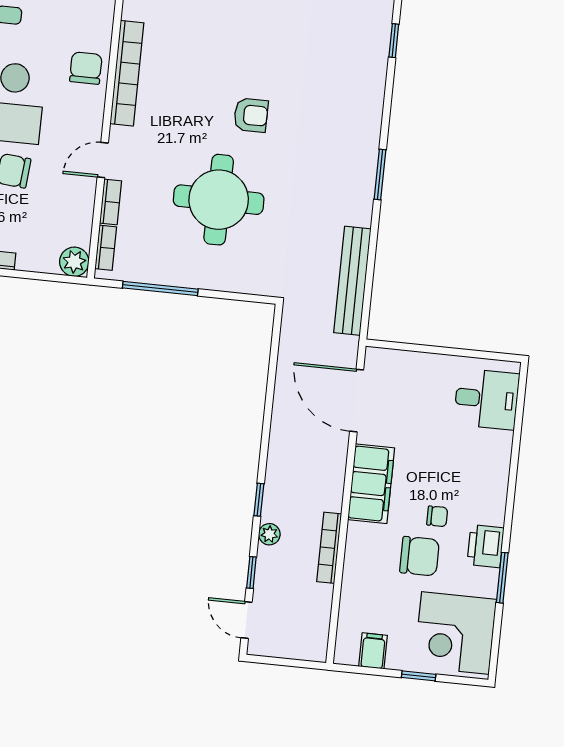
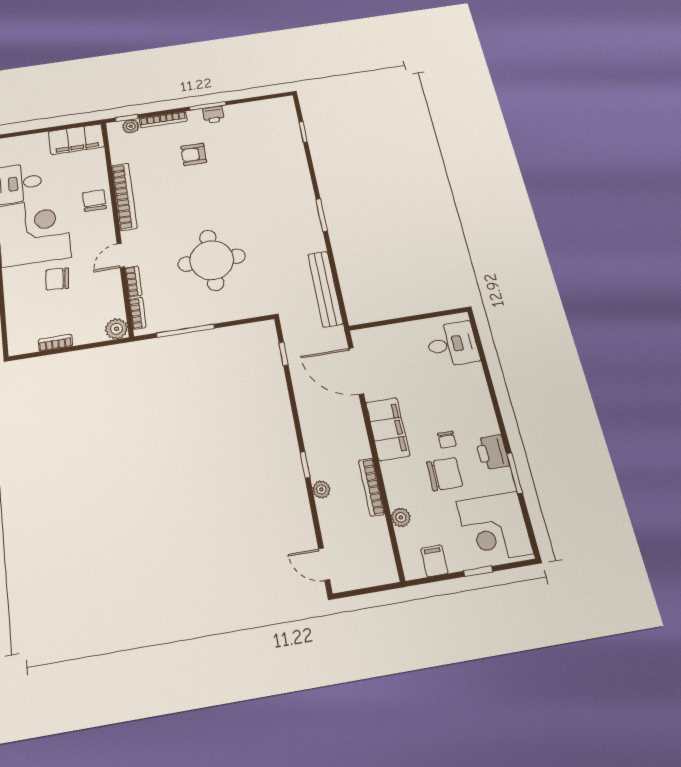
armchair: (251, 115) -> (194, 154), moved, turned 180
chair: (437, 516) -> (447, 440), turned 90
window: (251, 573) -> (284, 354), moved
plant: (351, 592) -> (401, 517), added

